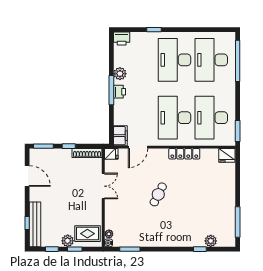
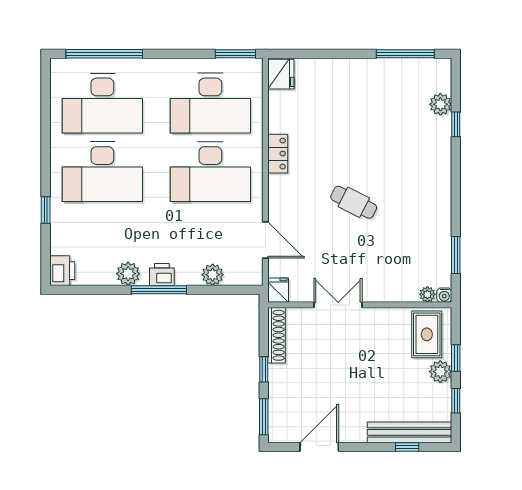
plant: (119, 119) -> (213, 275), added
filing cabinet: (120, 136) -> (244, 273), removed
locker: (184, 154) -> (278, 154), width x0.66

